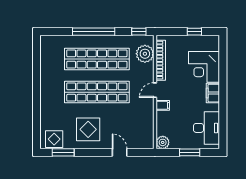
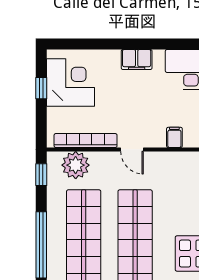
corner desk: (204, 67) -> (71, 82), moved, turned -90
filing cabinet: (163, 105) -> (174, 137), moved

